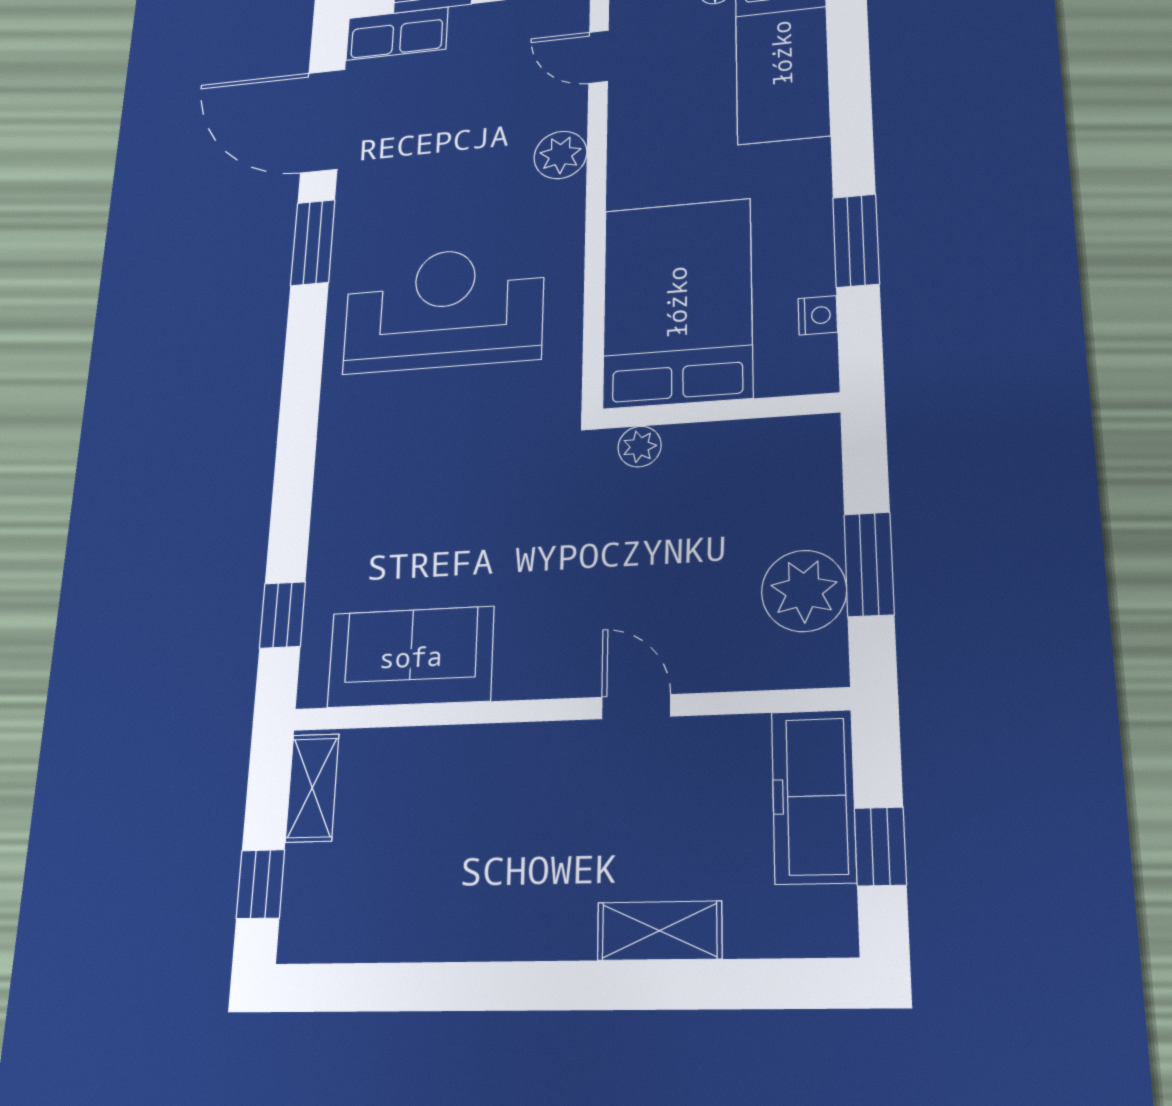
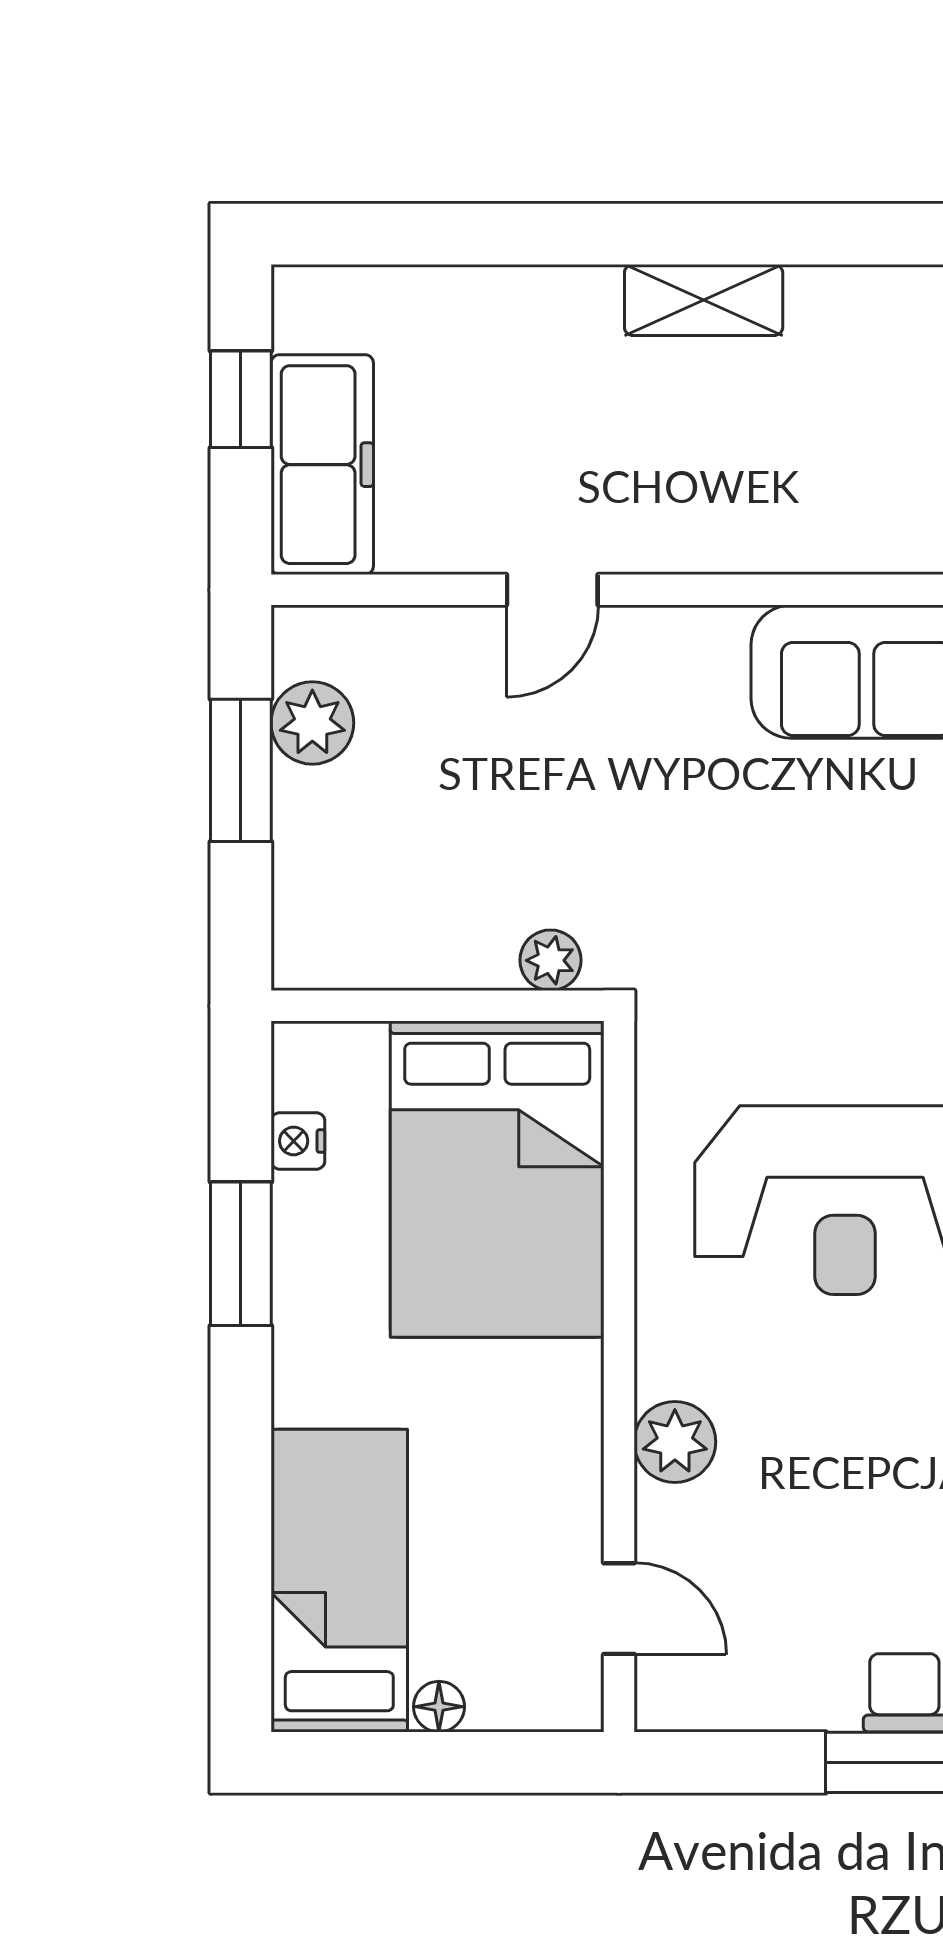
plant: (804, 591) -> (312, 723), width x0.73, depth x0.73
door: (636, 707) -> (552, 590), hinge flipped
shelving: (660, 931) -> (704, 300), moved

